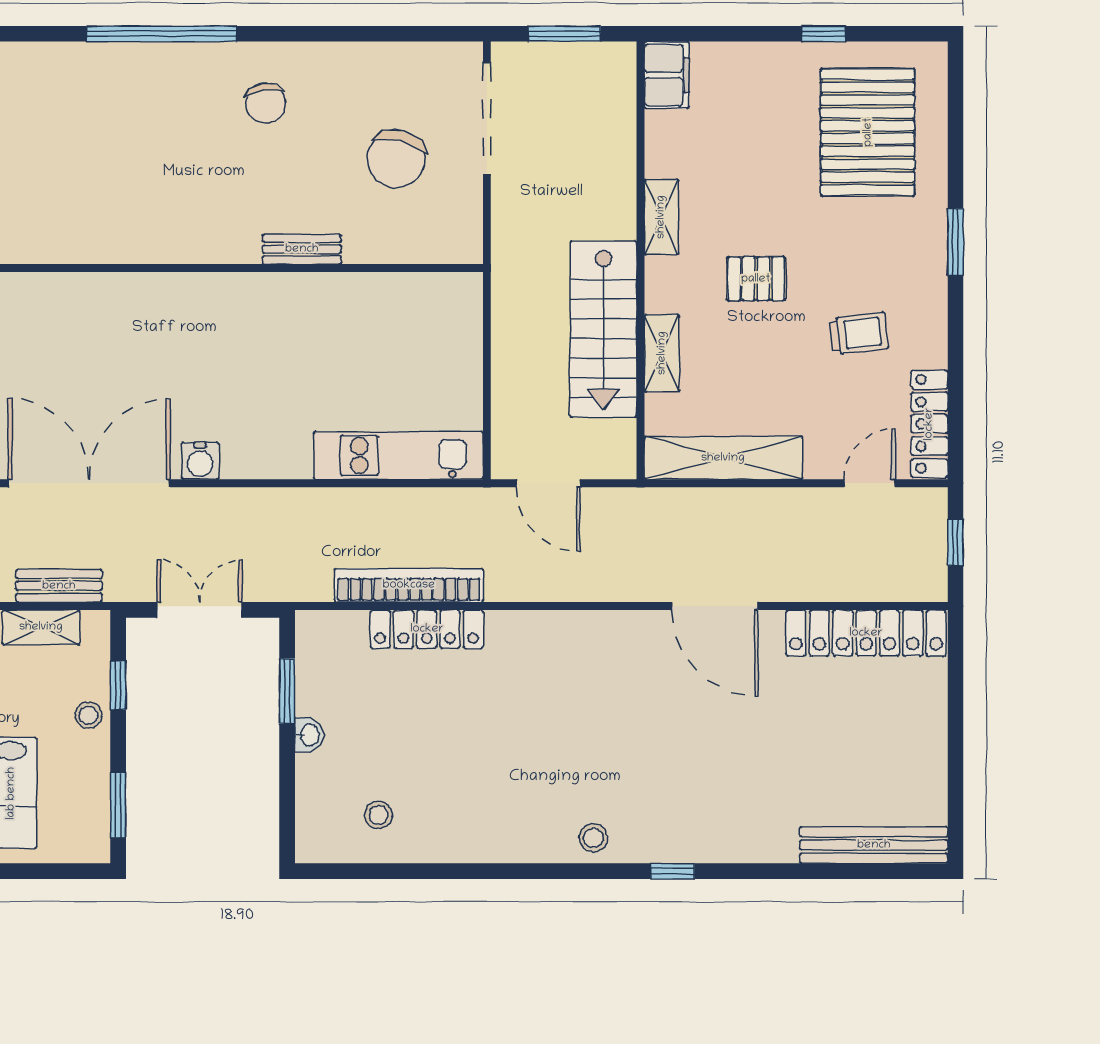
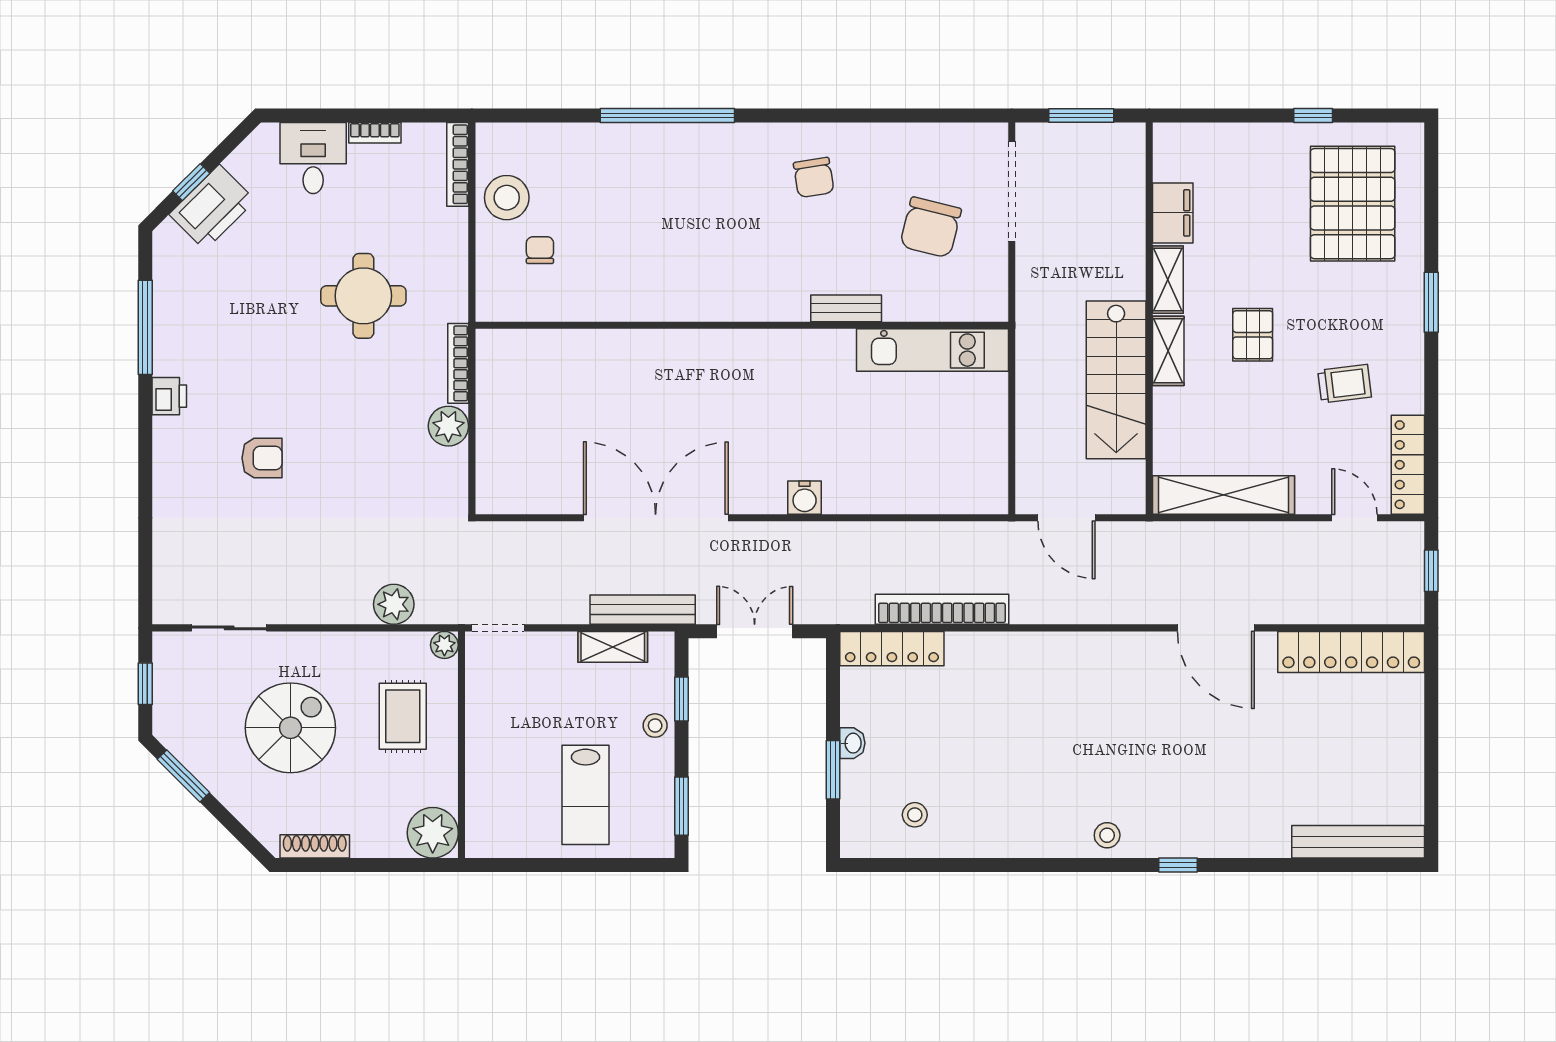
window: (162, 34) -> (667, 115), moved
filing cabinet: (667, 75) -> (1173, 213), moved
pallet: (756, 279) -> (1253, 335), turned 90
shelving: (662, 353) -> (1168, 351), moved
kitchen unit: (398, 455) -> (932, 350), moved, turned 180
water cooler: (200, 461) -> (805, 498), moved
door: (870, 483) -> (1354, 518), hinge flipped
bench: (59, 586) -> (643, 610), width x1.36
locker: (427, 629) -> (892, 649), moved
window: (287, 691) -> (833, 770), moved

